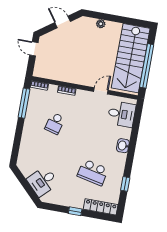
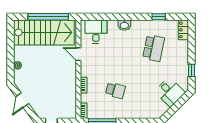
locker: (101, 207) -> (183, 30), width x0.66
window: (75, 211) -> (192, 70), moved

